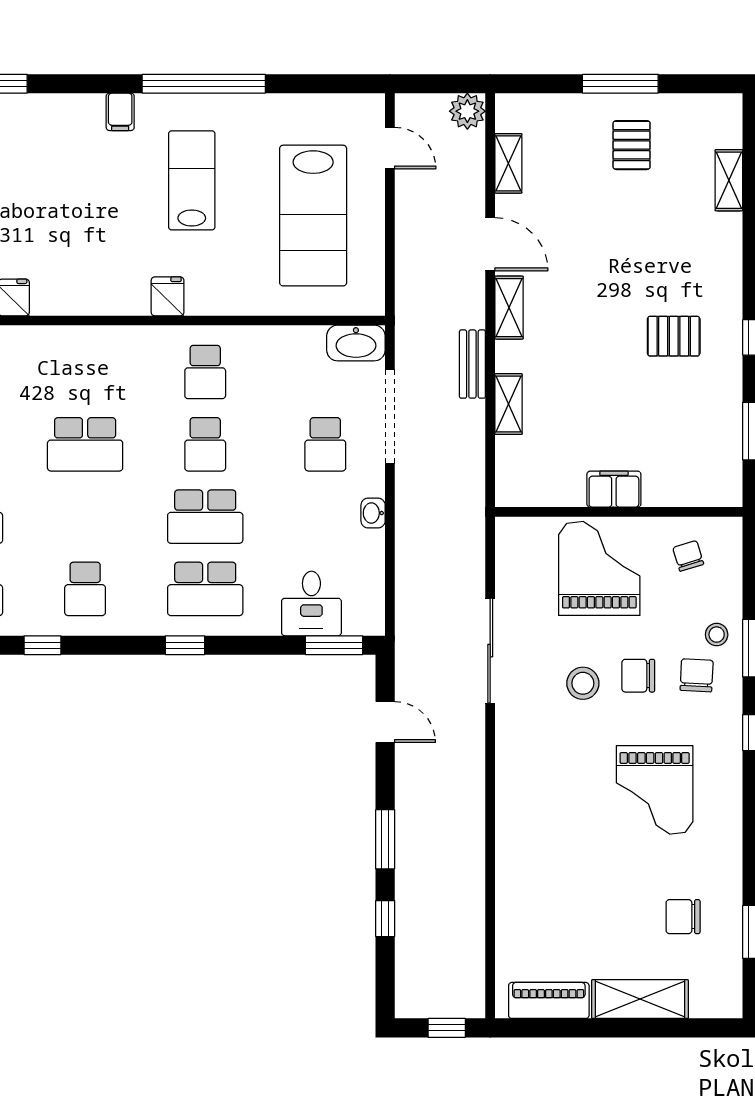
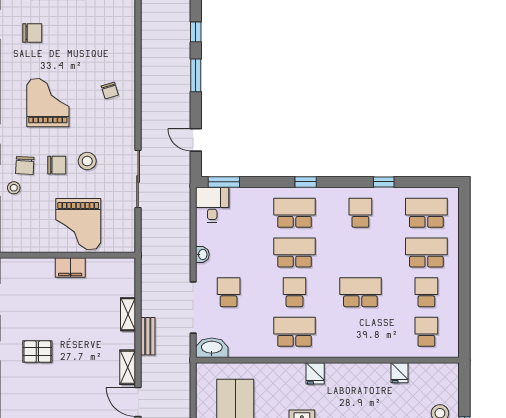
school desk: (205, 372) -> (295, 332), width x1.85
chair: (688, 556) -> (110, 91), moved
desk: (311, 603) -> (212, 205), moved

